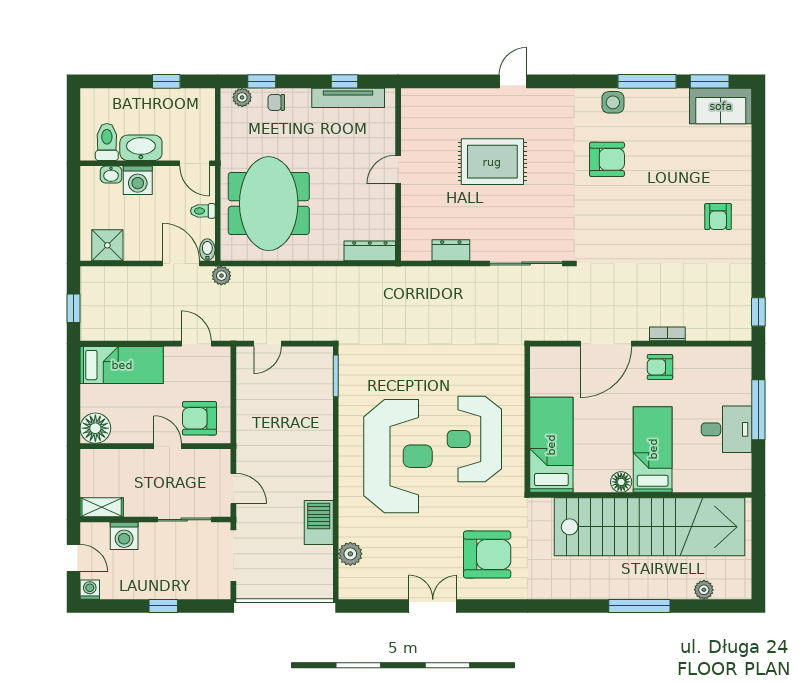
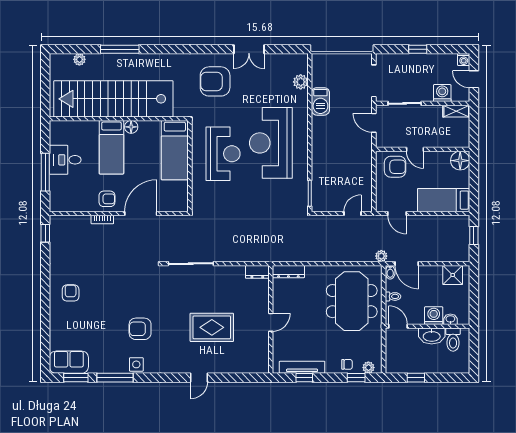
dresser: (451, 250) -> (257, 272), moved

